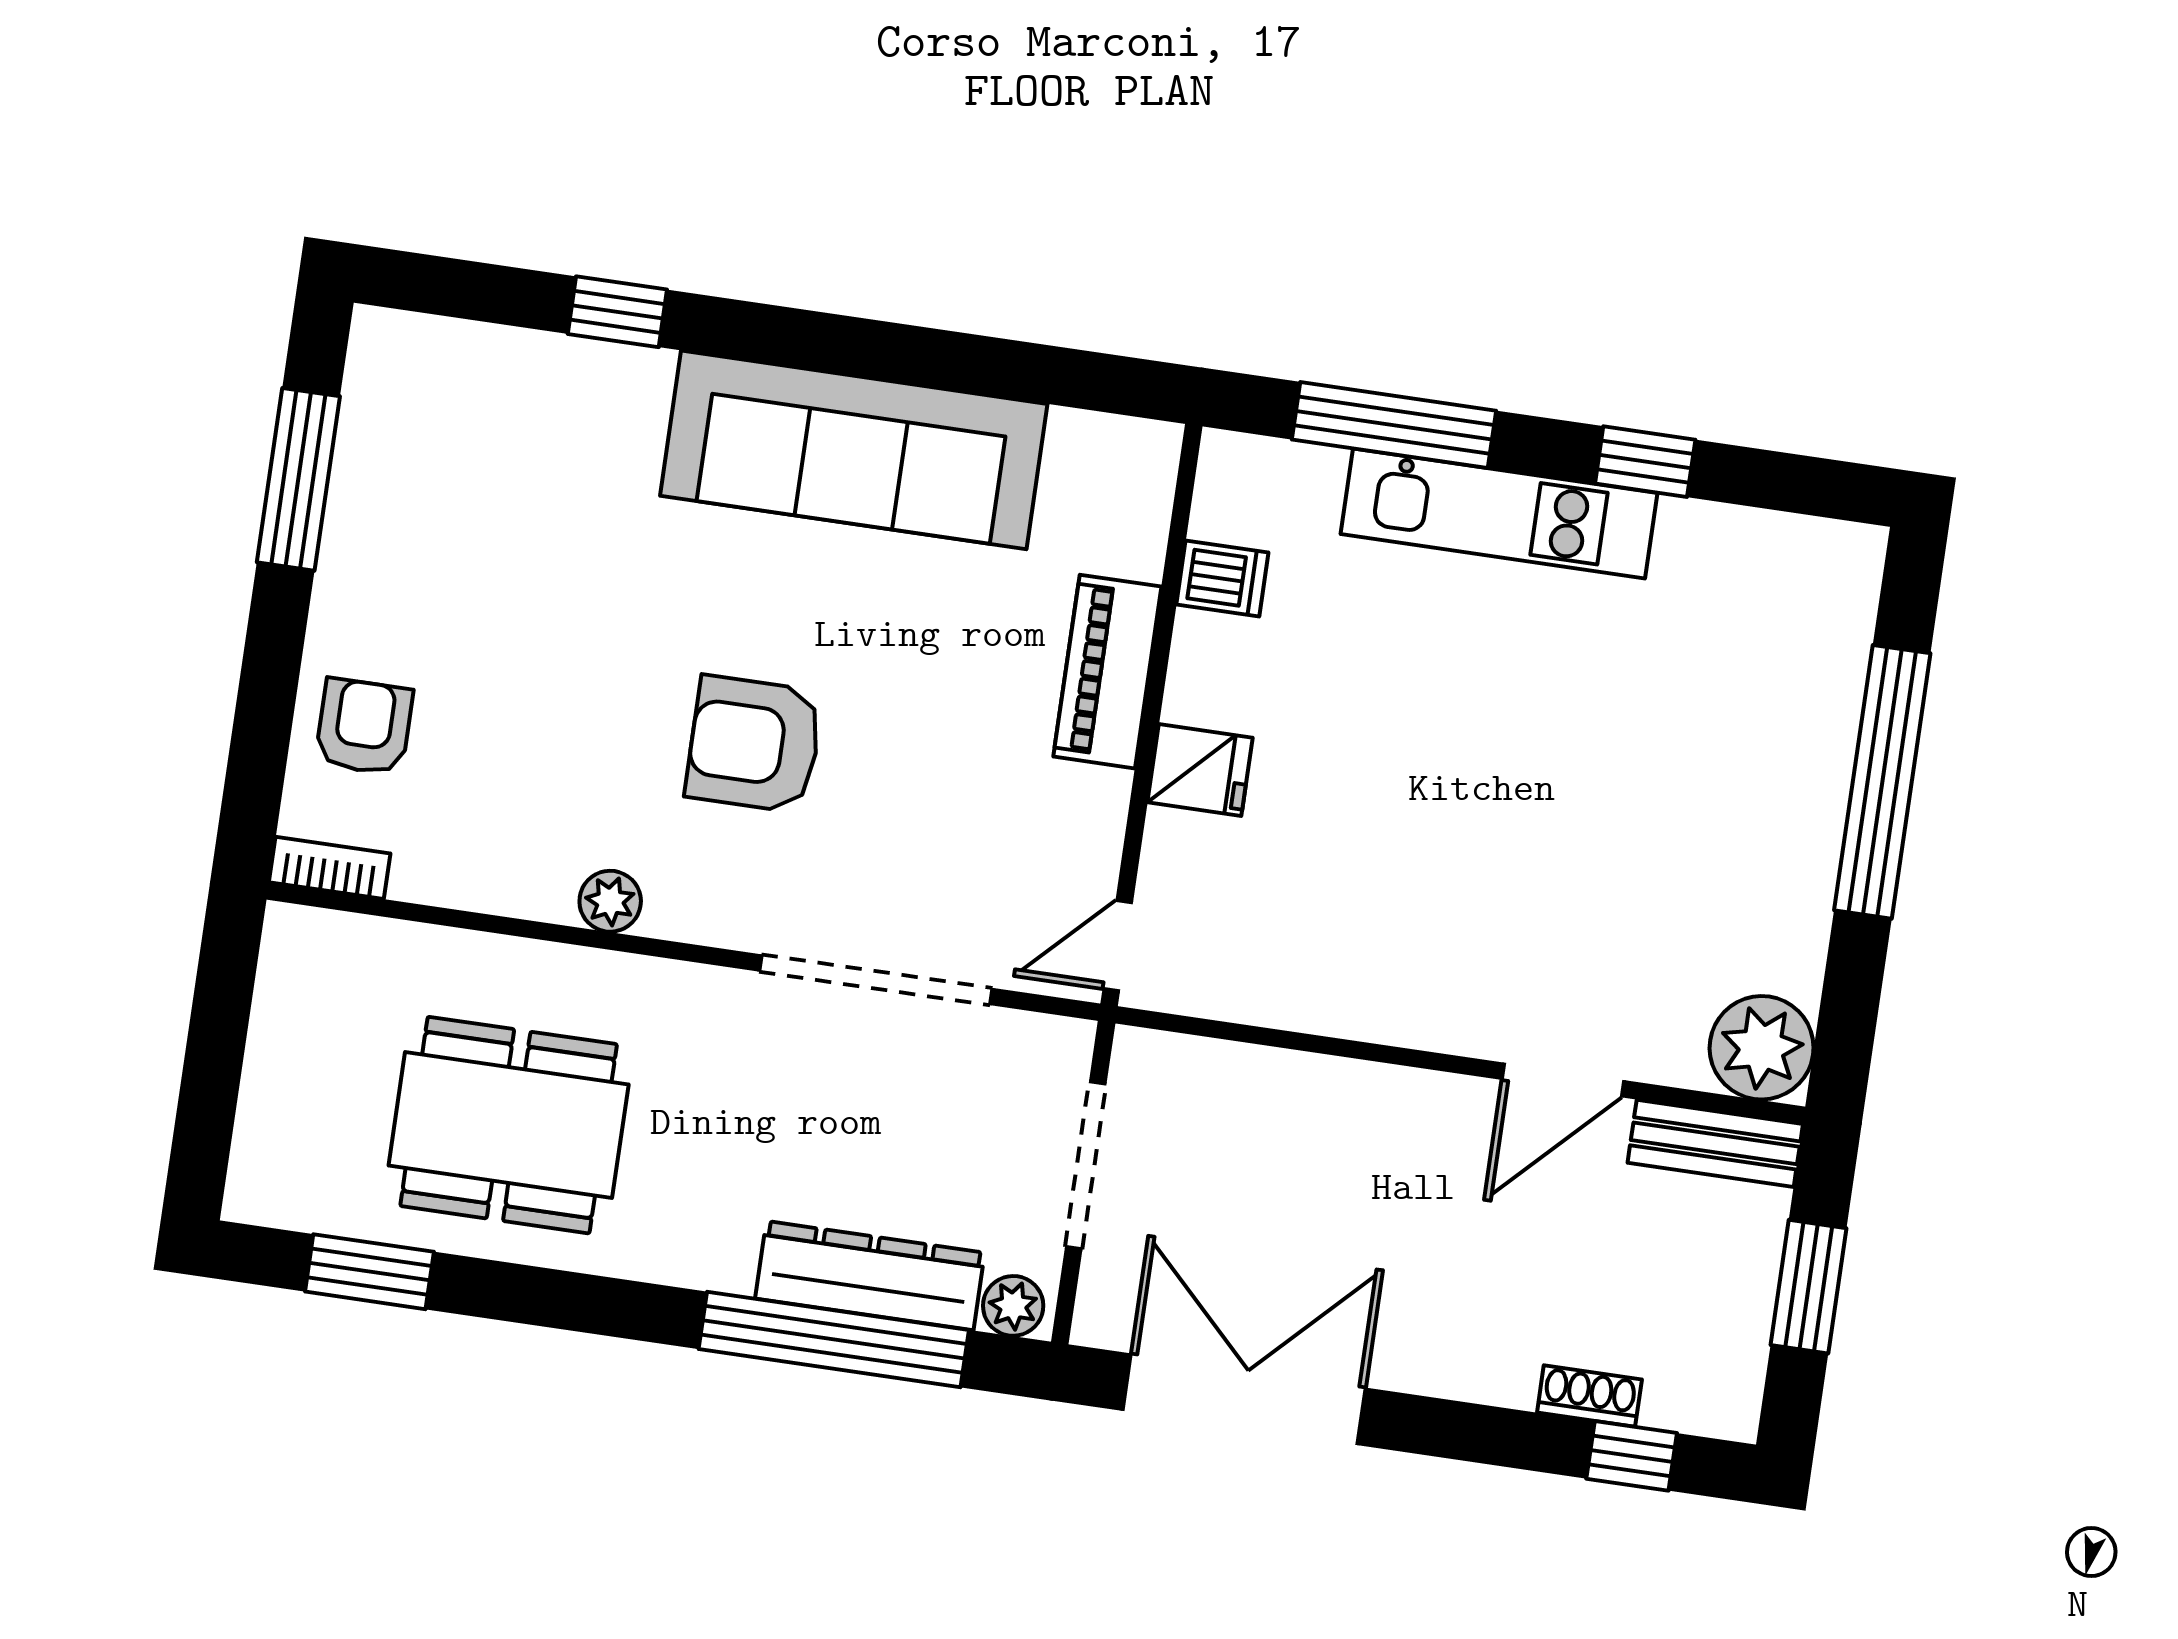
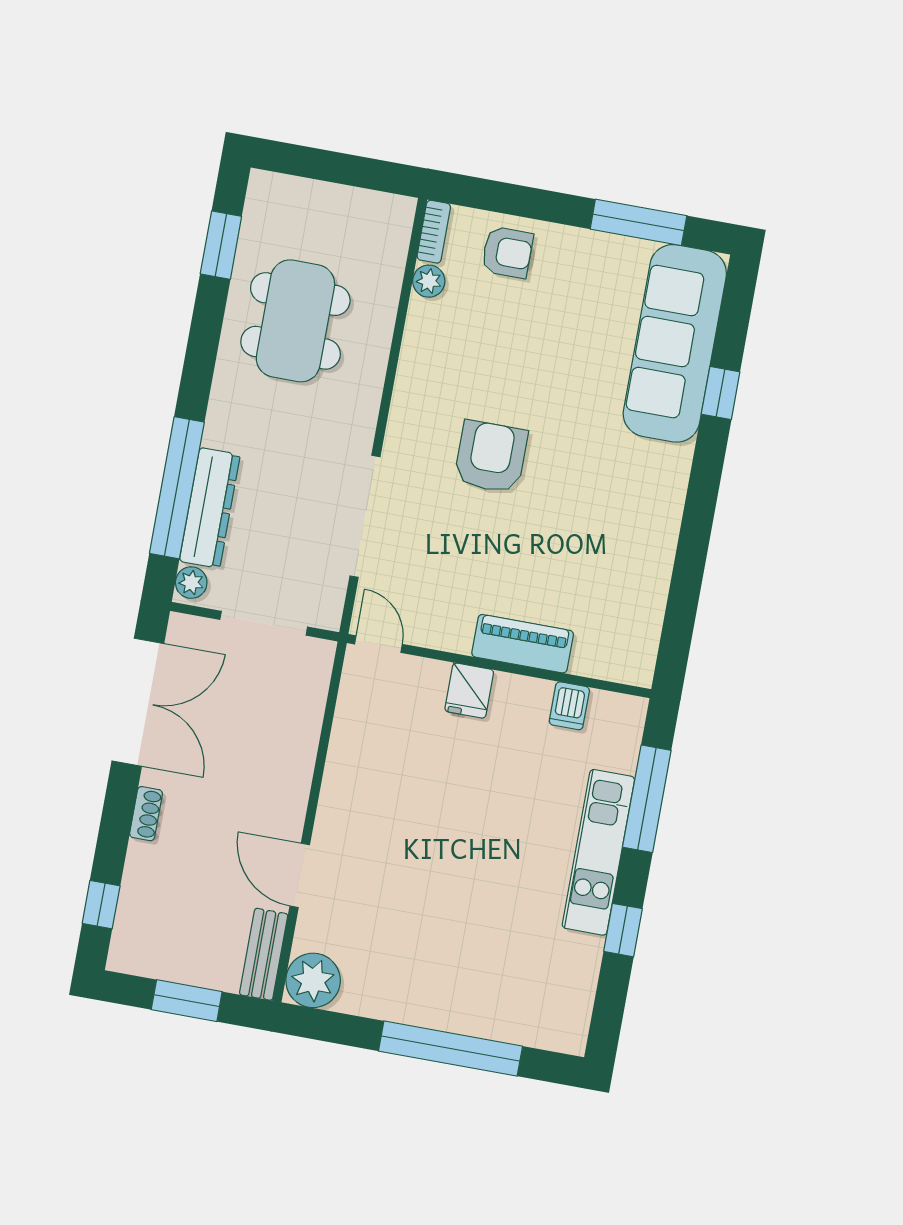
sofa: (854, 450) -> (675, 343), moved
plant: (610, 901) -> (429, 281), moved
shoe rack: (1589, 1396) -> (146, 814), moved

